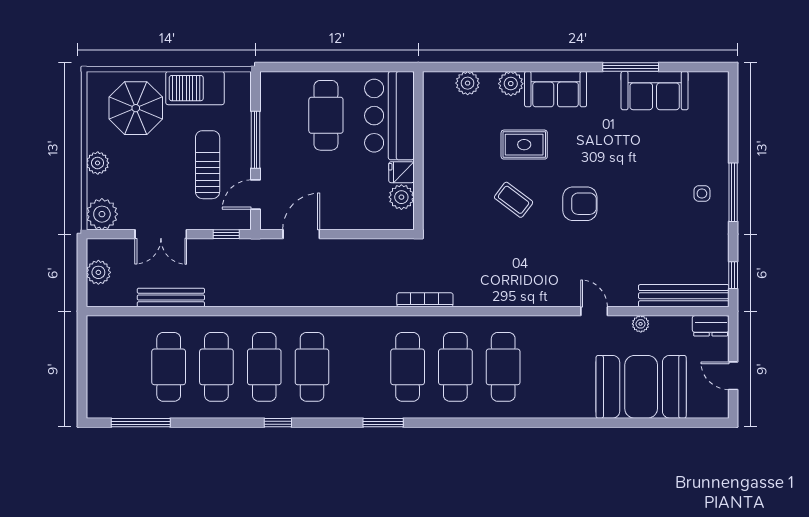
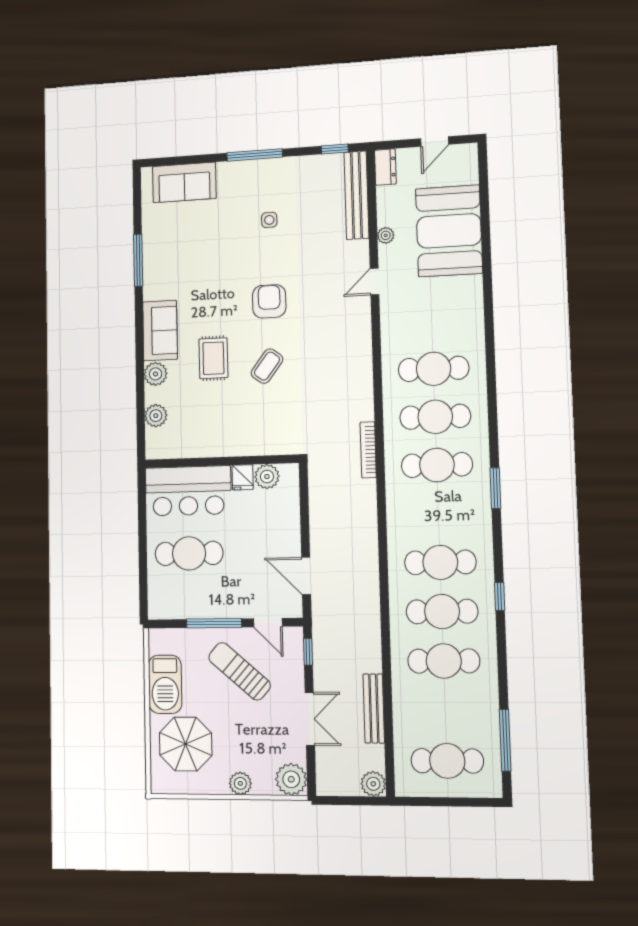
sofa: (655, 91) -> (184, 182), moved, turned 90
sun lounger: (208, 165) -> (240, 671), turned 41
side table: (702, 194) -> (269, 220), moved
plant: (98, 272) -> (373, 784), moved
cafe table: (169, 367) -> (447, 761), moved

